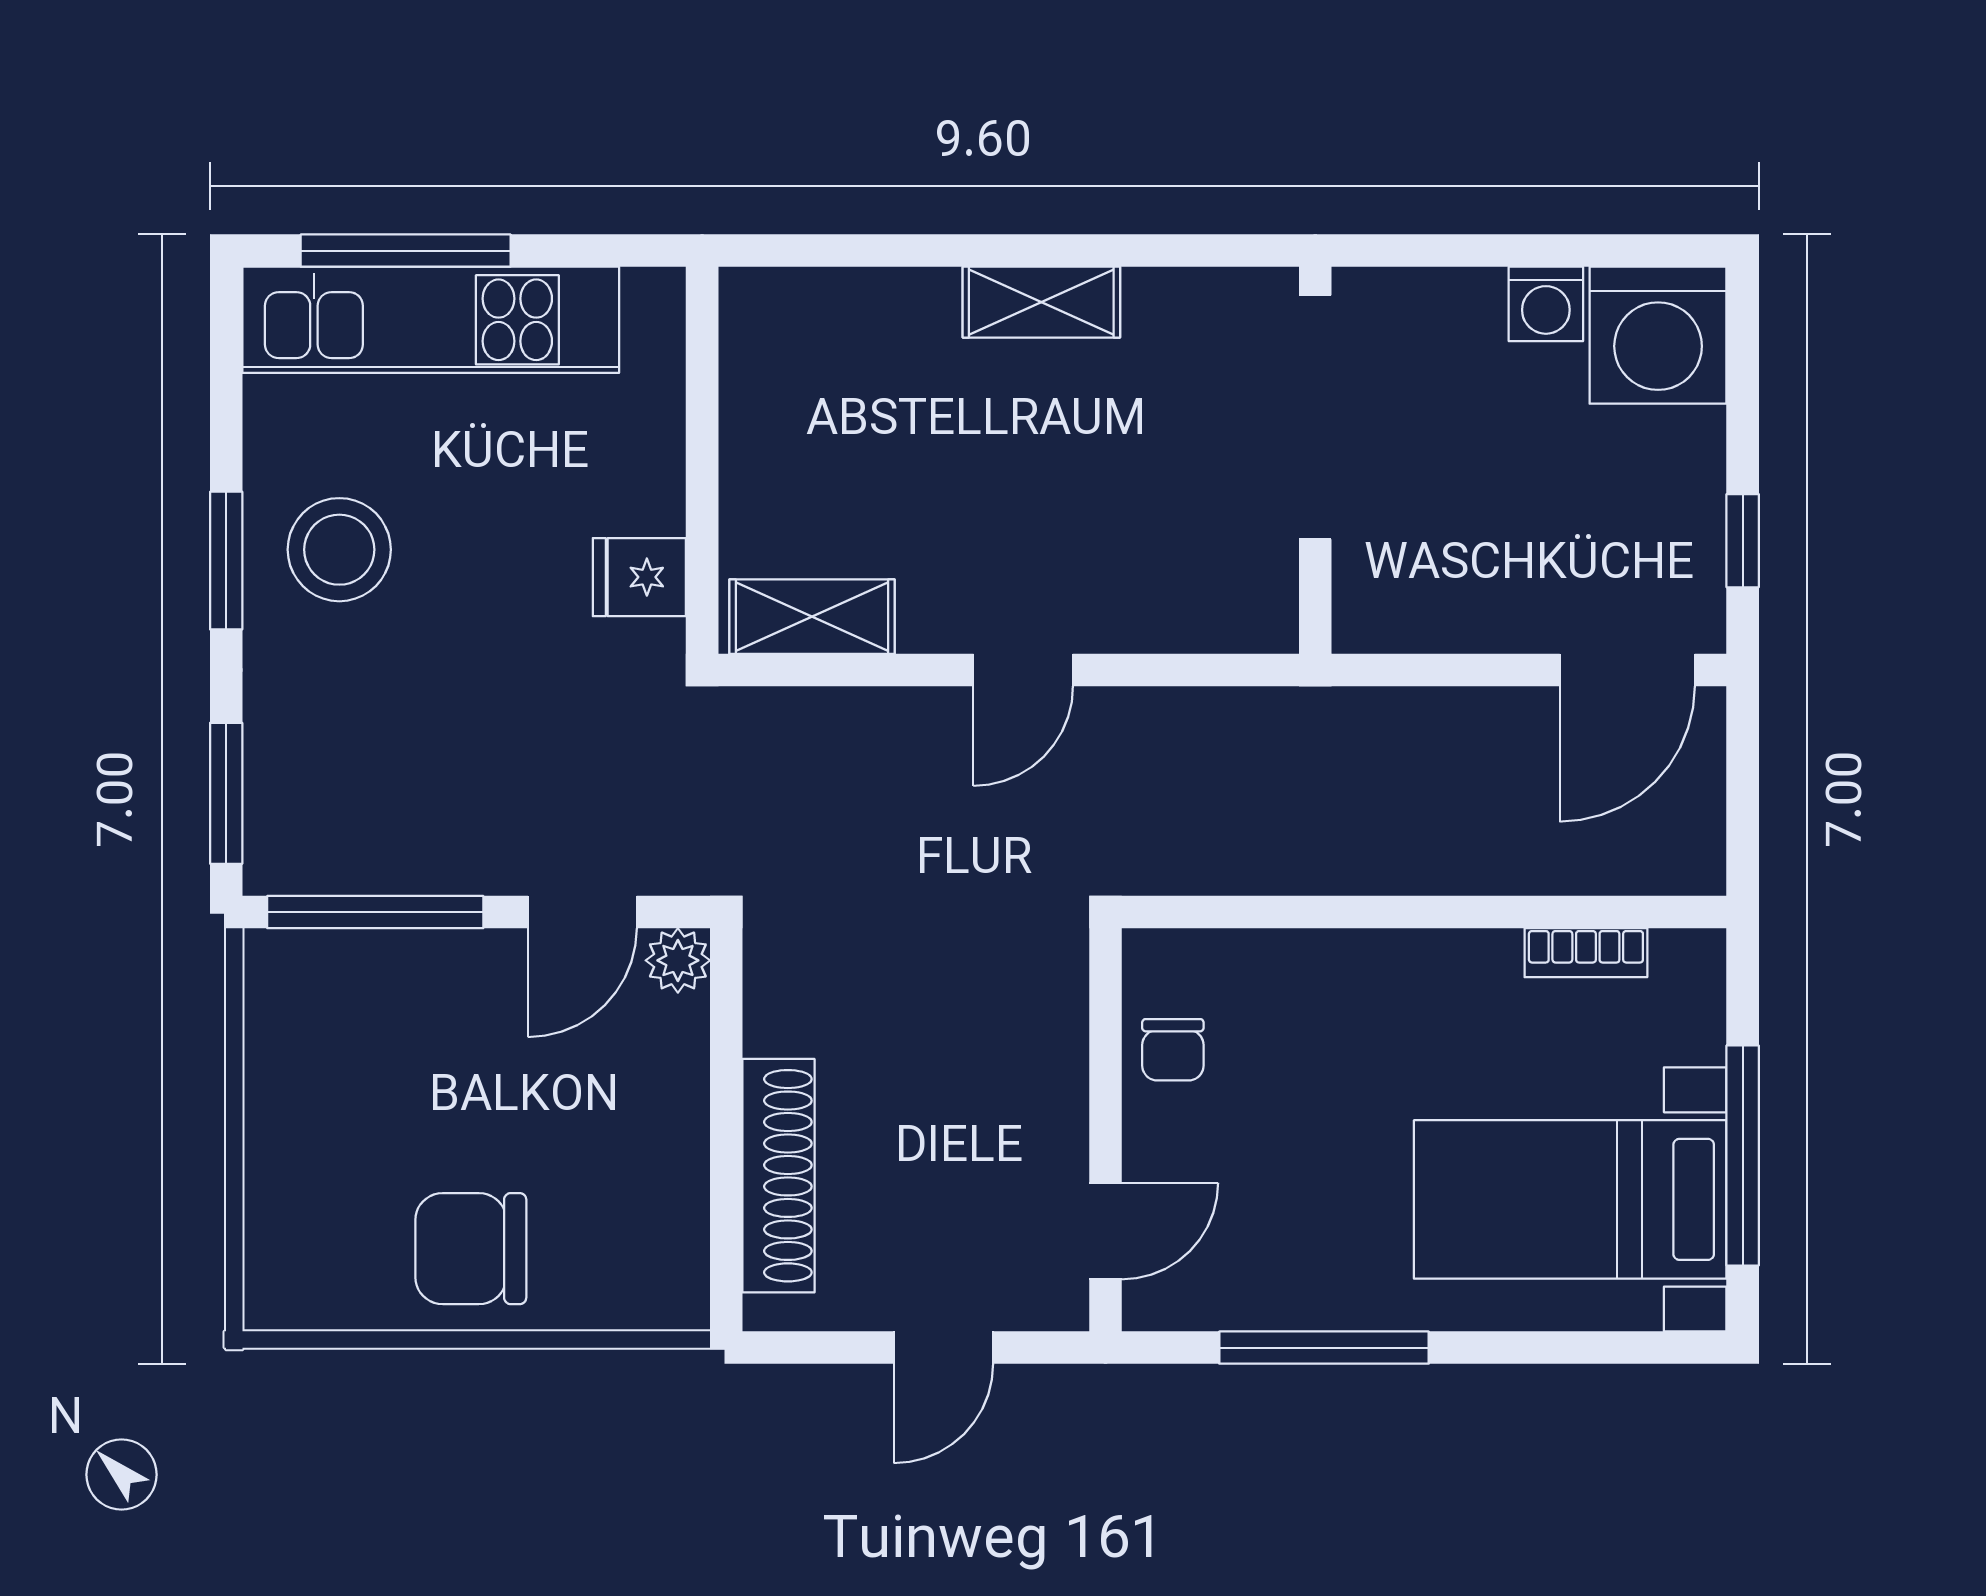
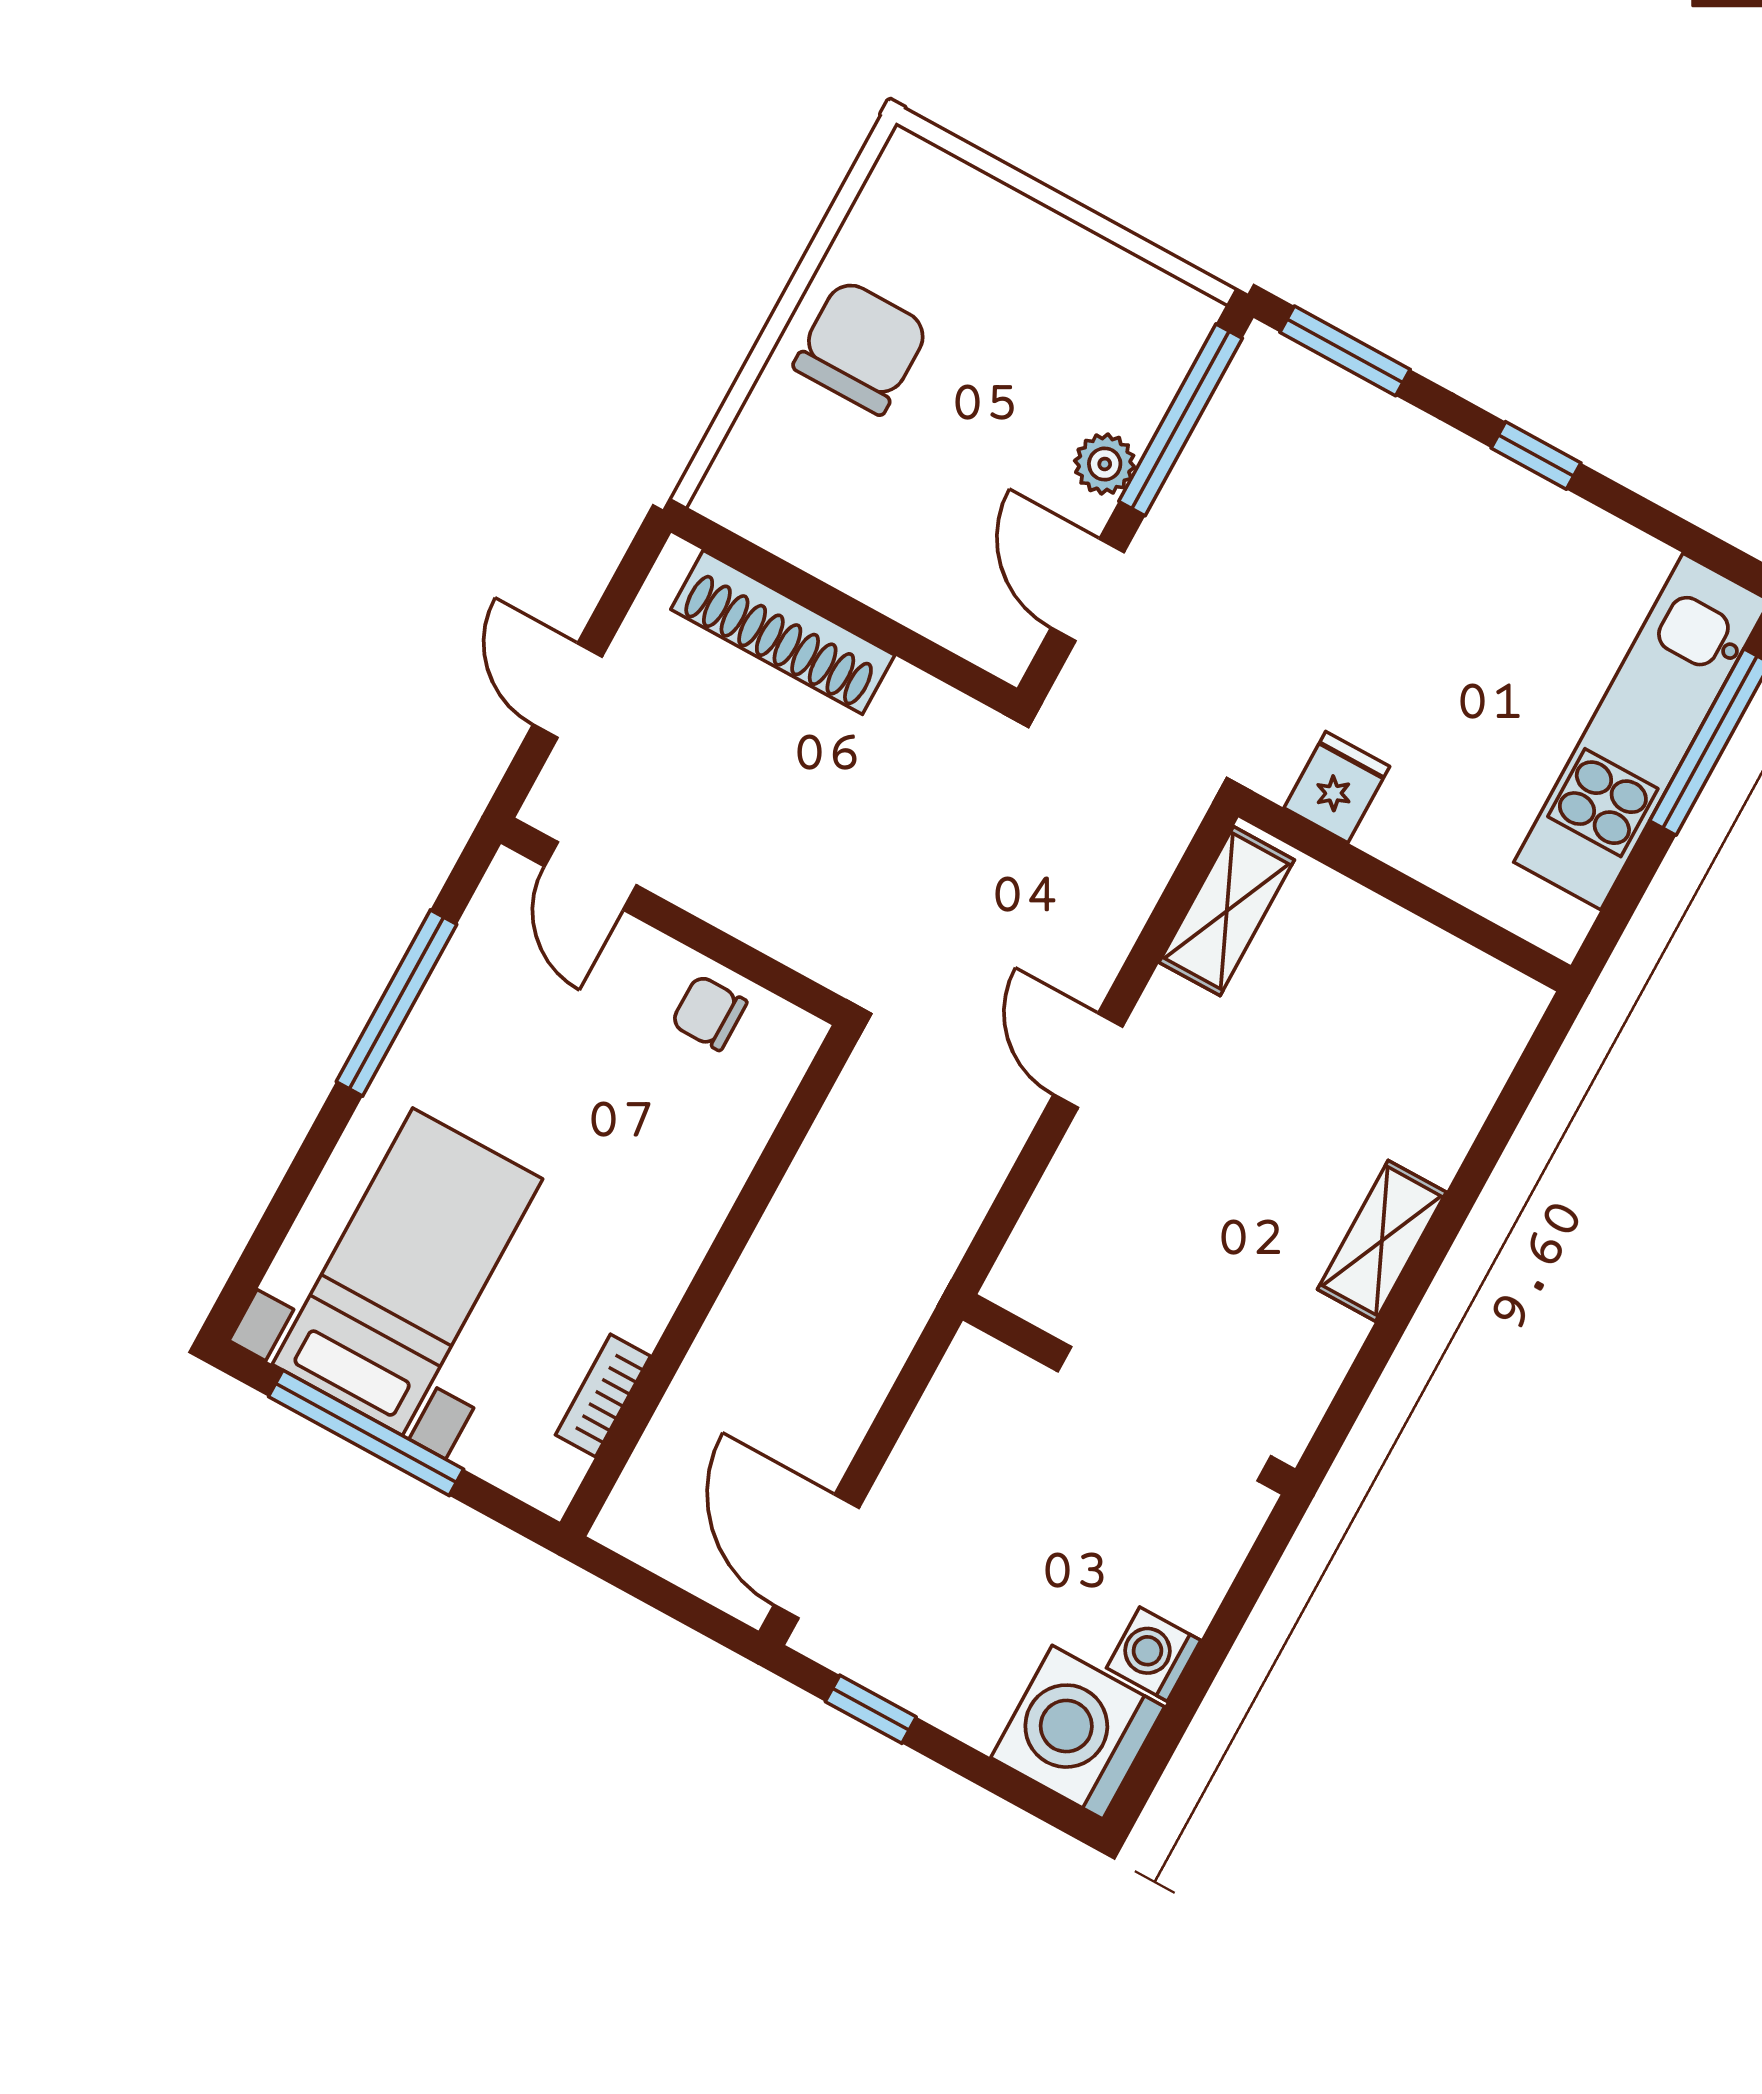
stool: (339, 550) -> (1494, 553), removed
window: (226, 561) -> (1536, 455), width x0.67
plant: (678, 960) -> (1105, 464), moved

